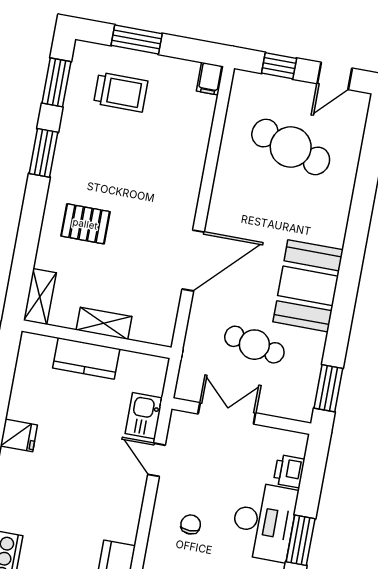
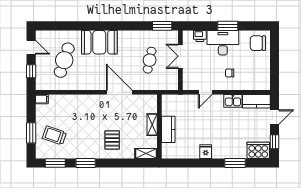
trolley: (121, 92) -> (54, 135), turned -71
booth: (308, 286) -> (99, 42), moved
double door: (227, 413) -> (180, 56), moved
kitchen sink: (144, 416) -> (233, 101), moved

